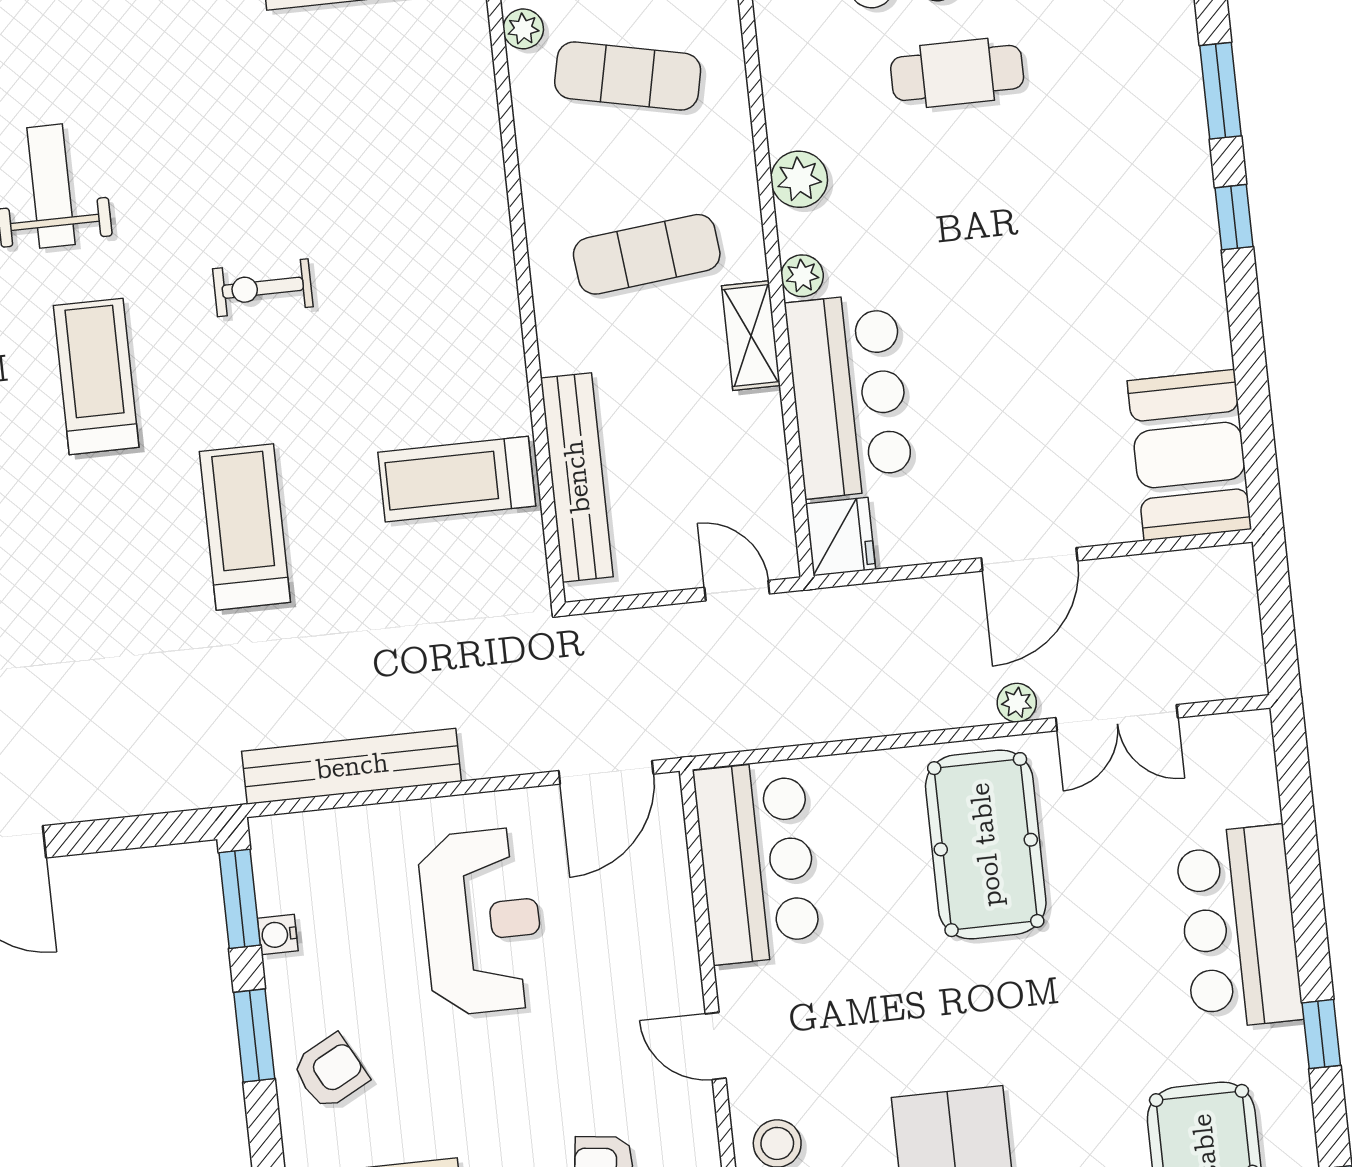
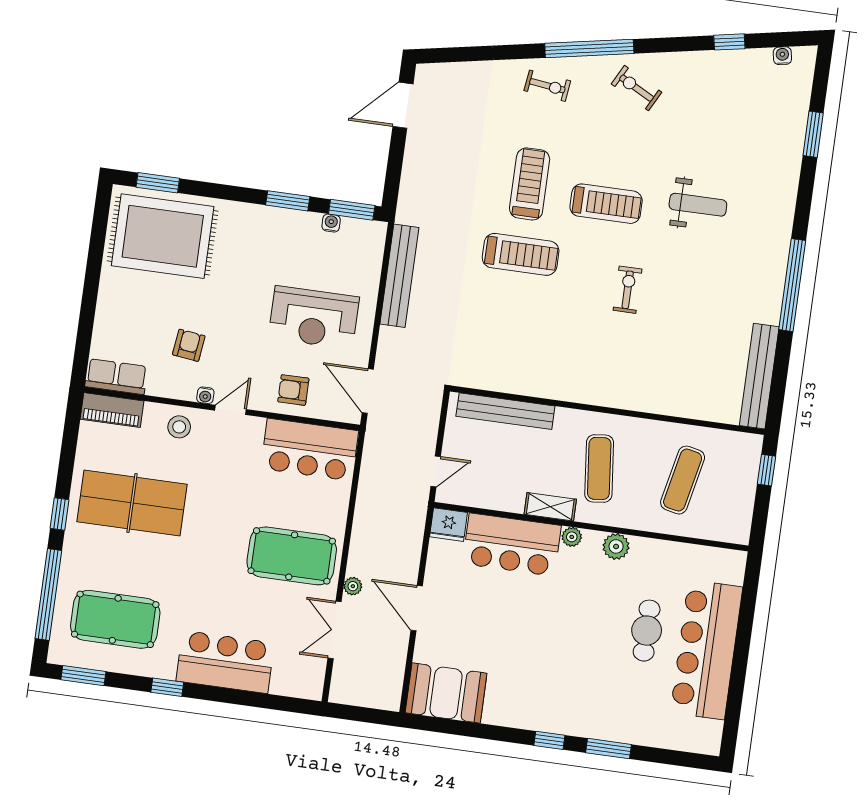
plant: (523, 29) -> (716, 438), removed
treadmill: (457, 479) -> (530, 184), moved
armchair: (330, 1072) -> (293, 390), moved, turned 118
water cooler: (698, 1106) -> (205, 395), added

